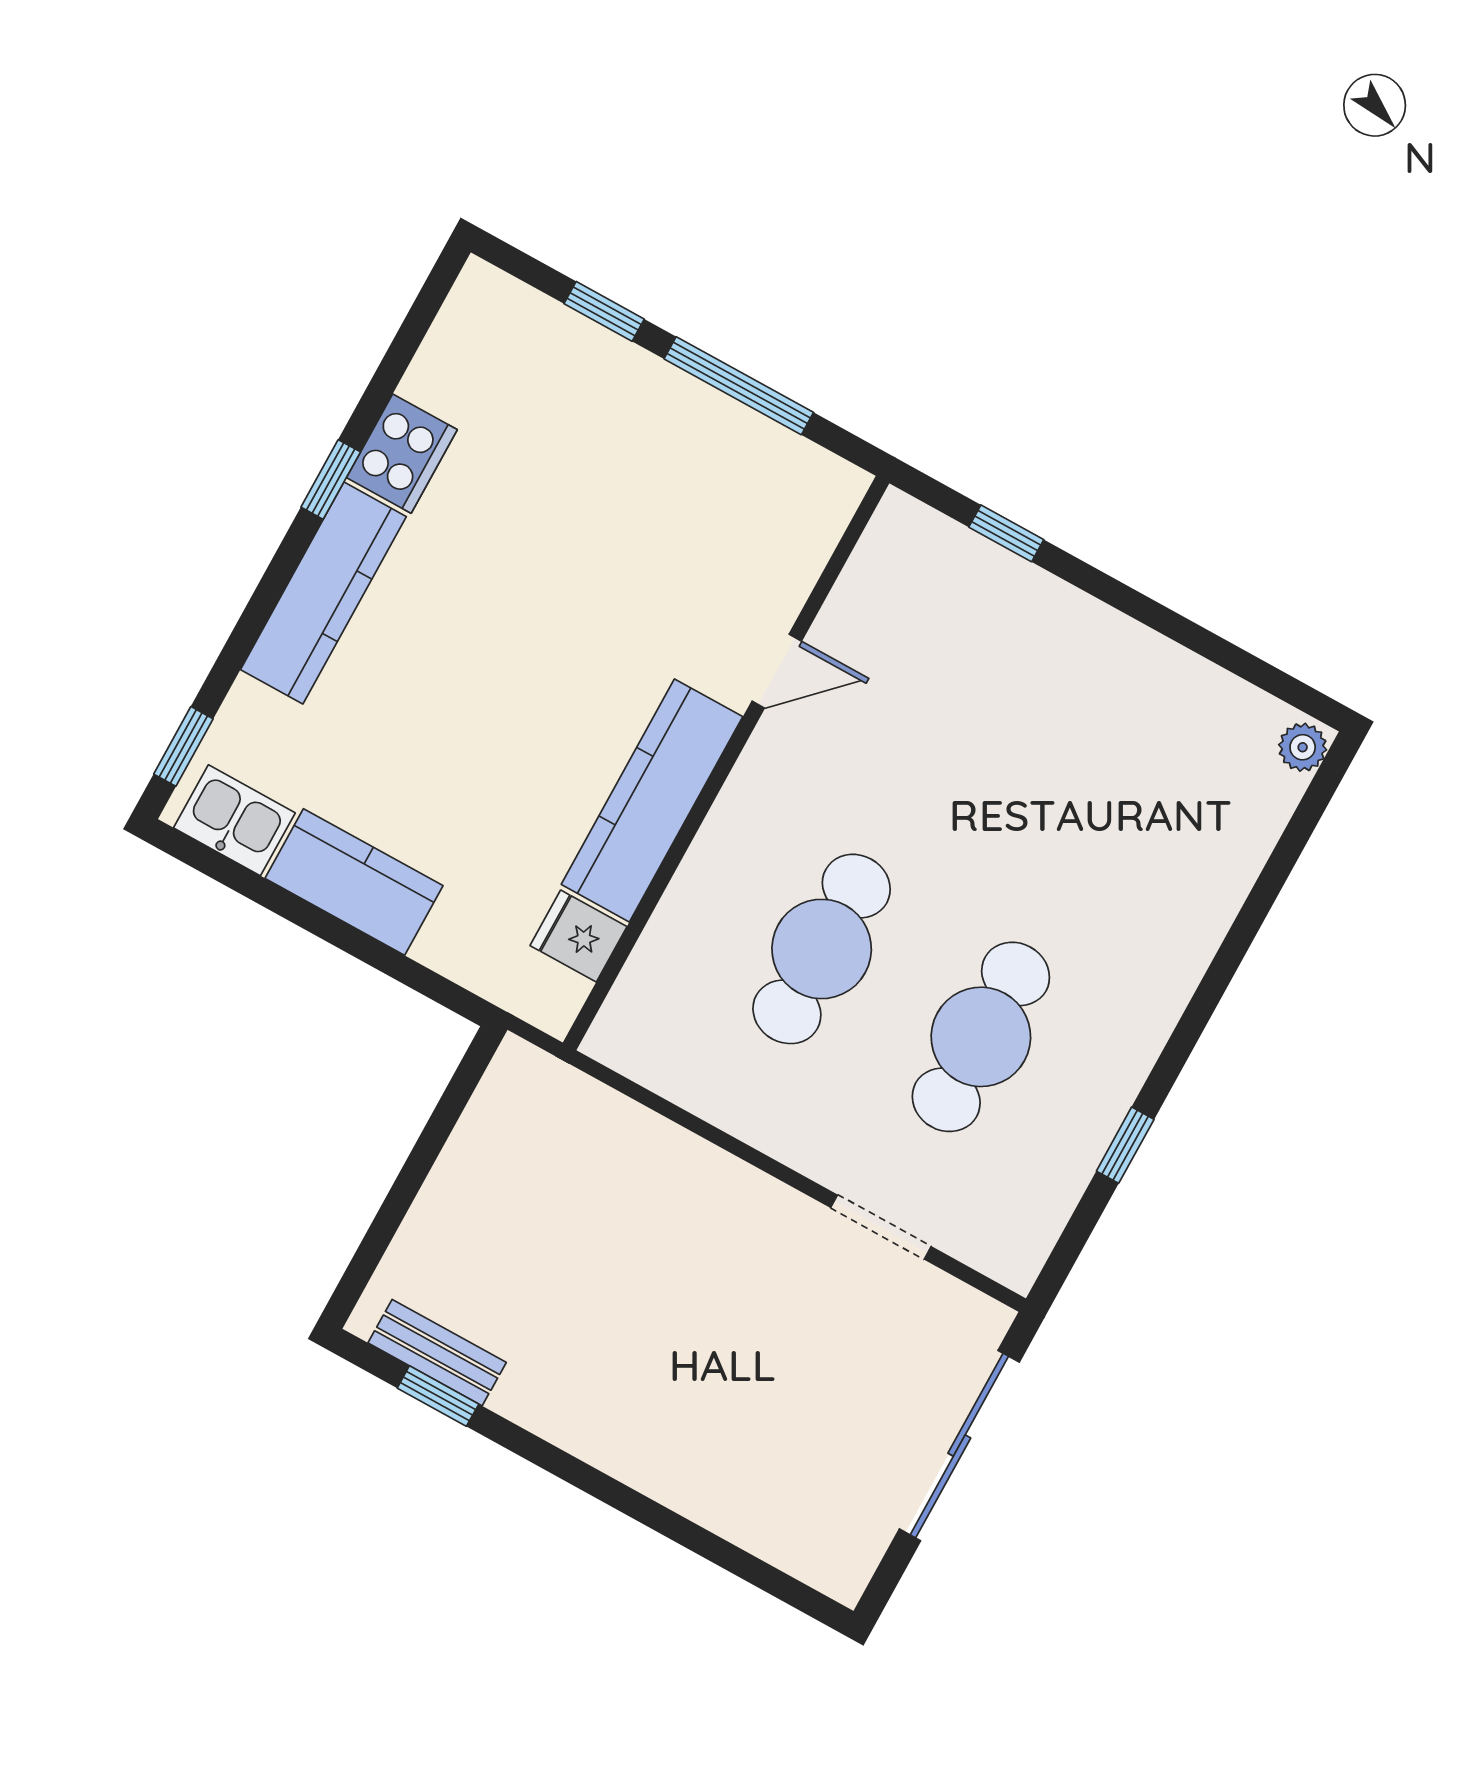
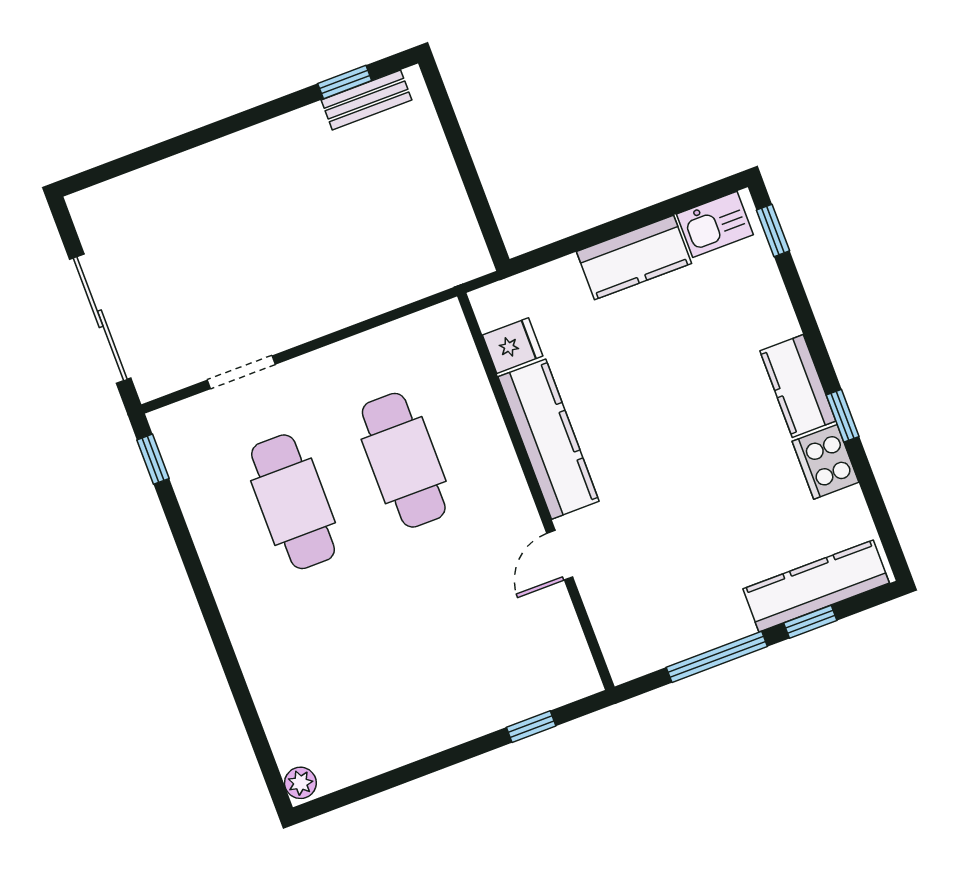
kitchen counter: (557, 340) -> (816, 586), added
kitchen counter: (323, 593) -> (798, 386), width x0.67
window: (1125, 1145) -> (153, 459), moved

